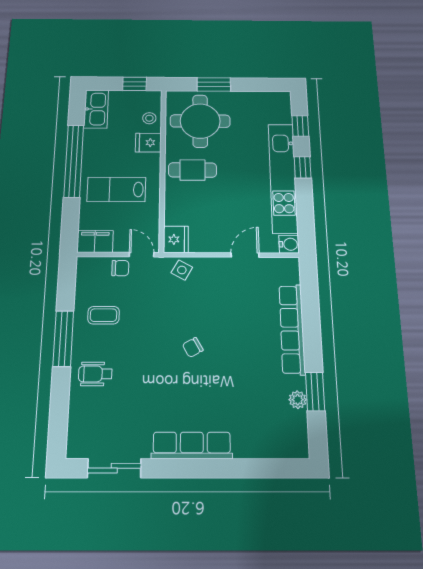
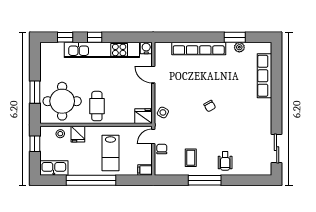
filing cabinet: (95, 241) -> (145, 170), width x0.50
row of seats: (192, 445) -> (264, 76), moved

